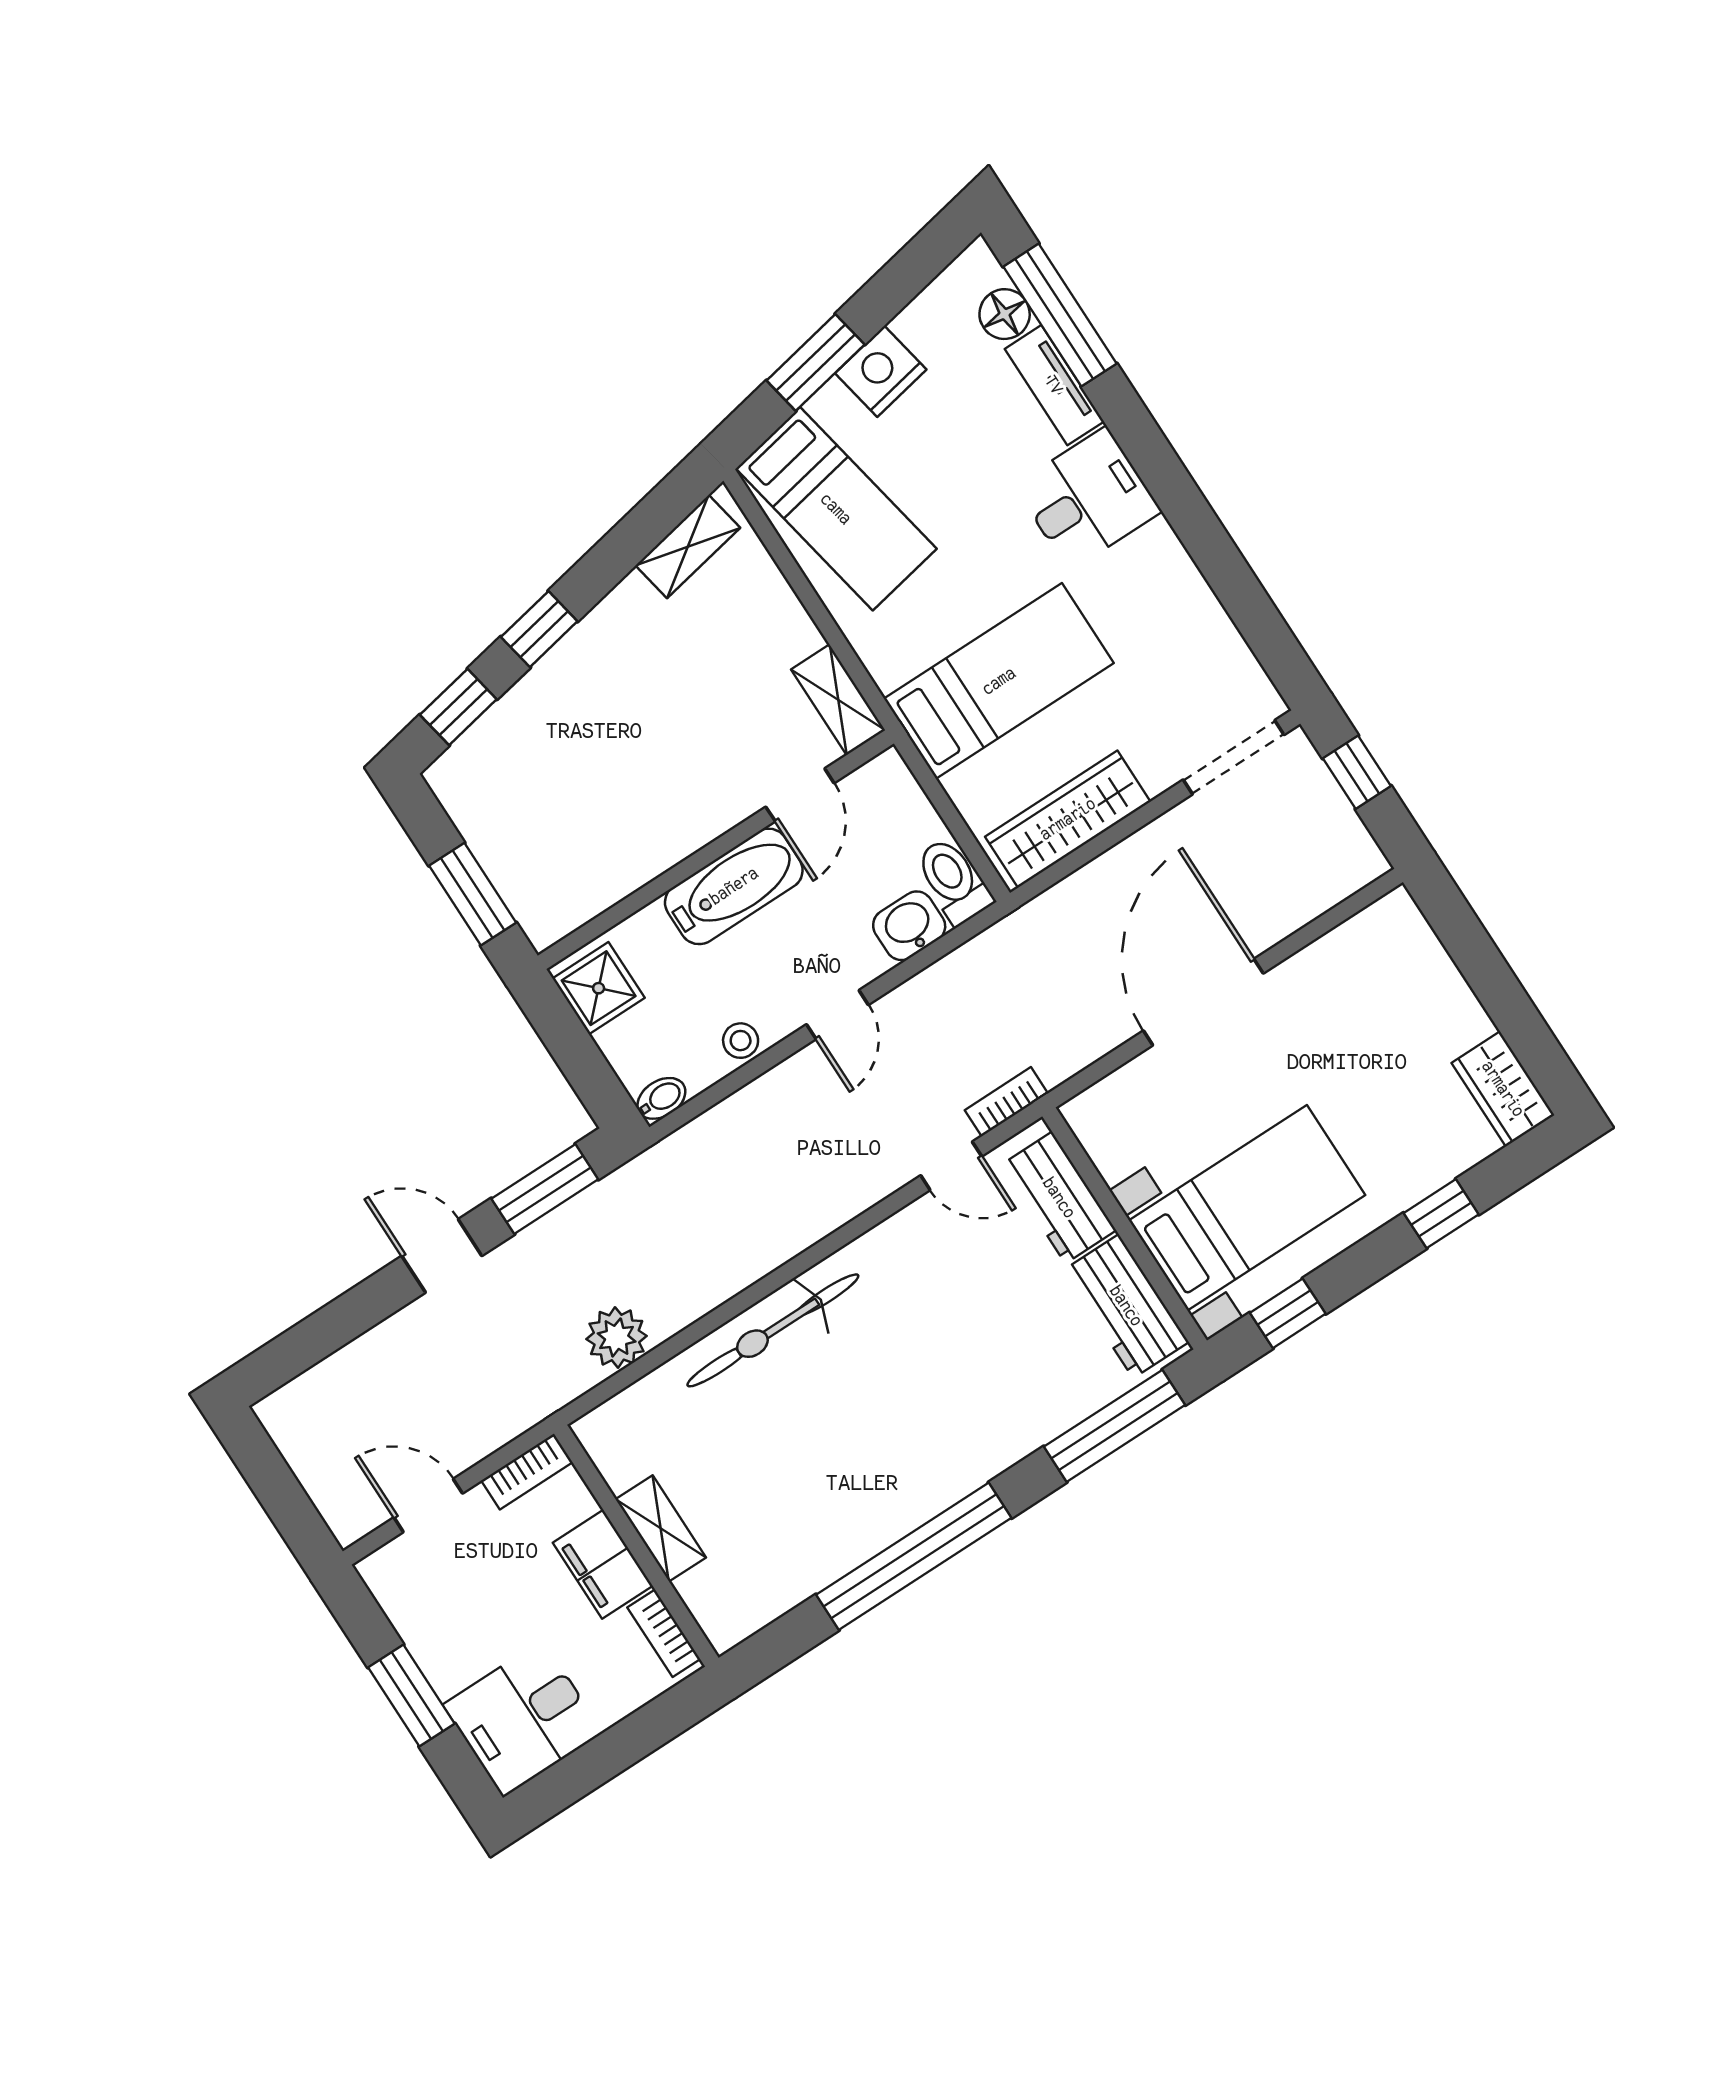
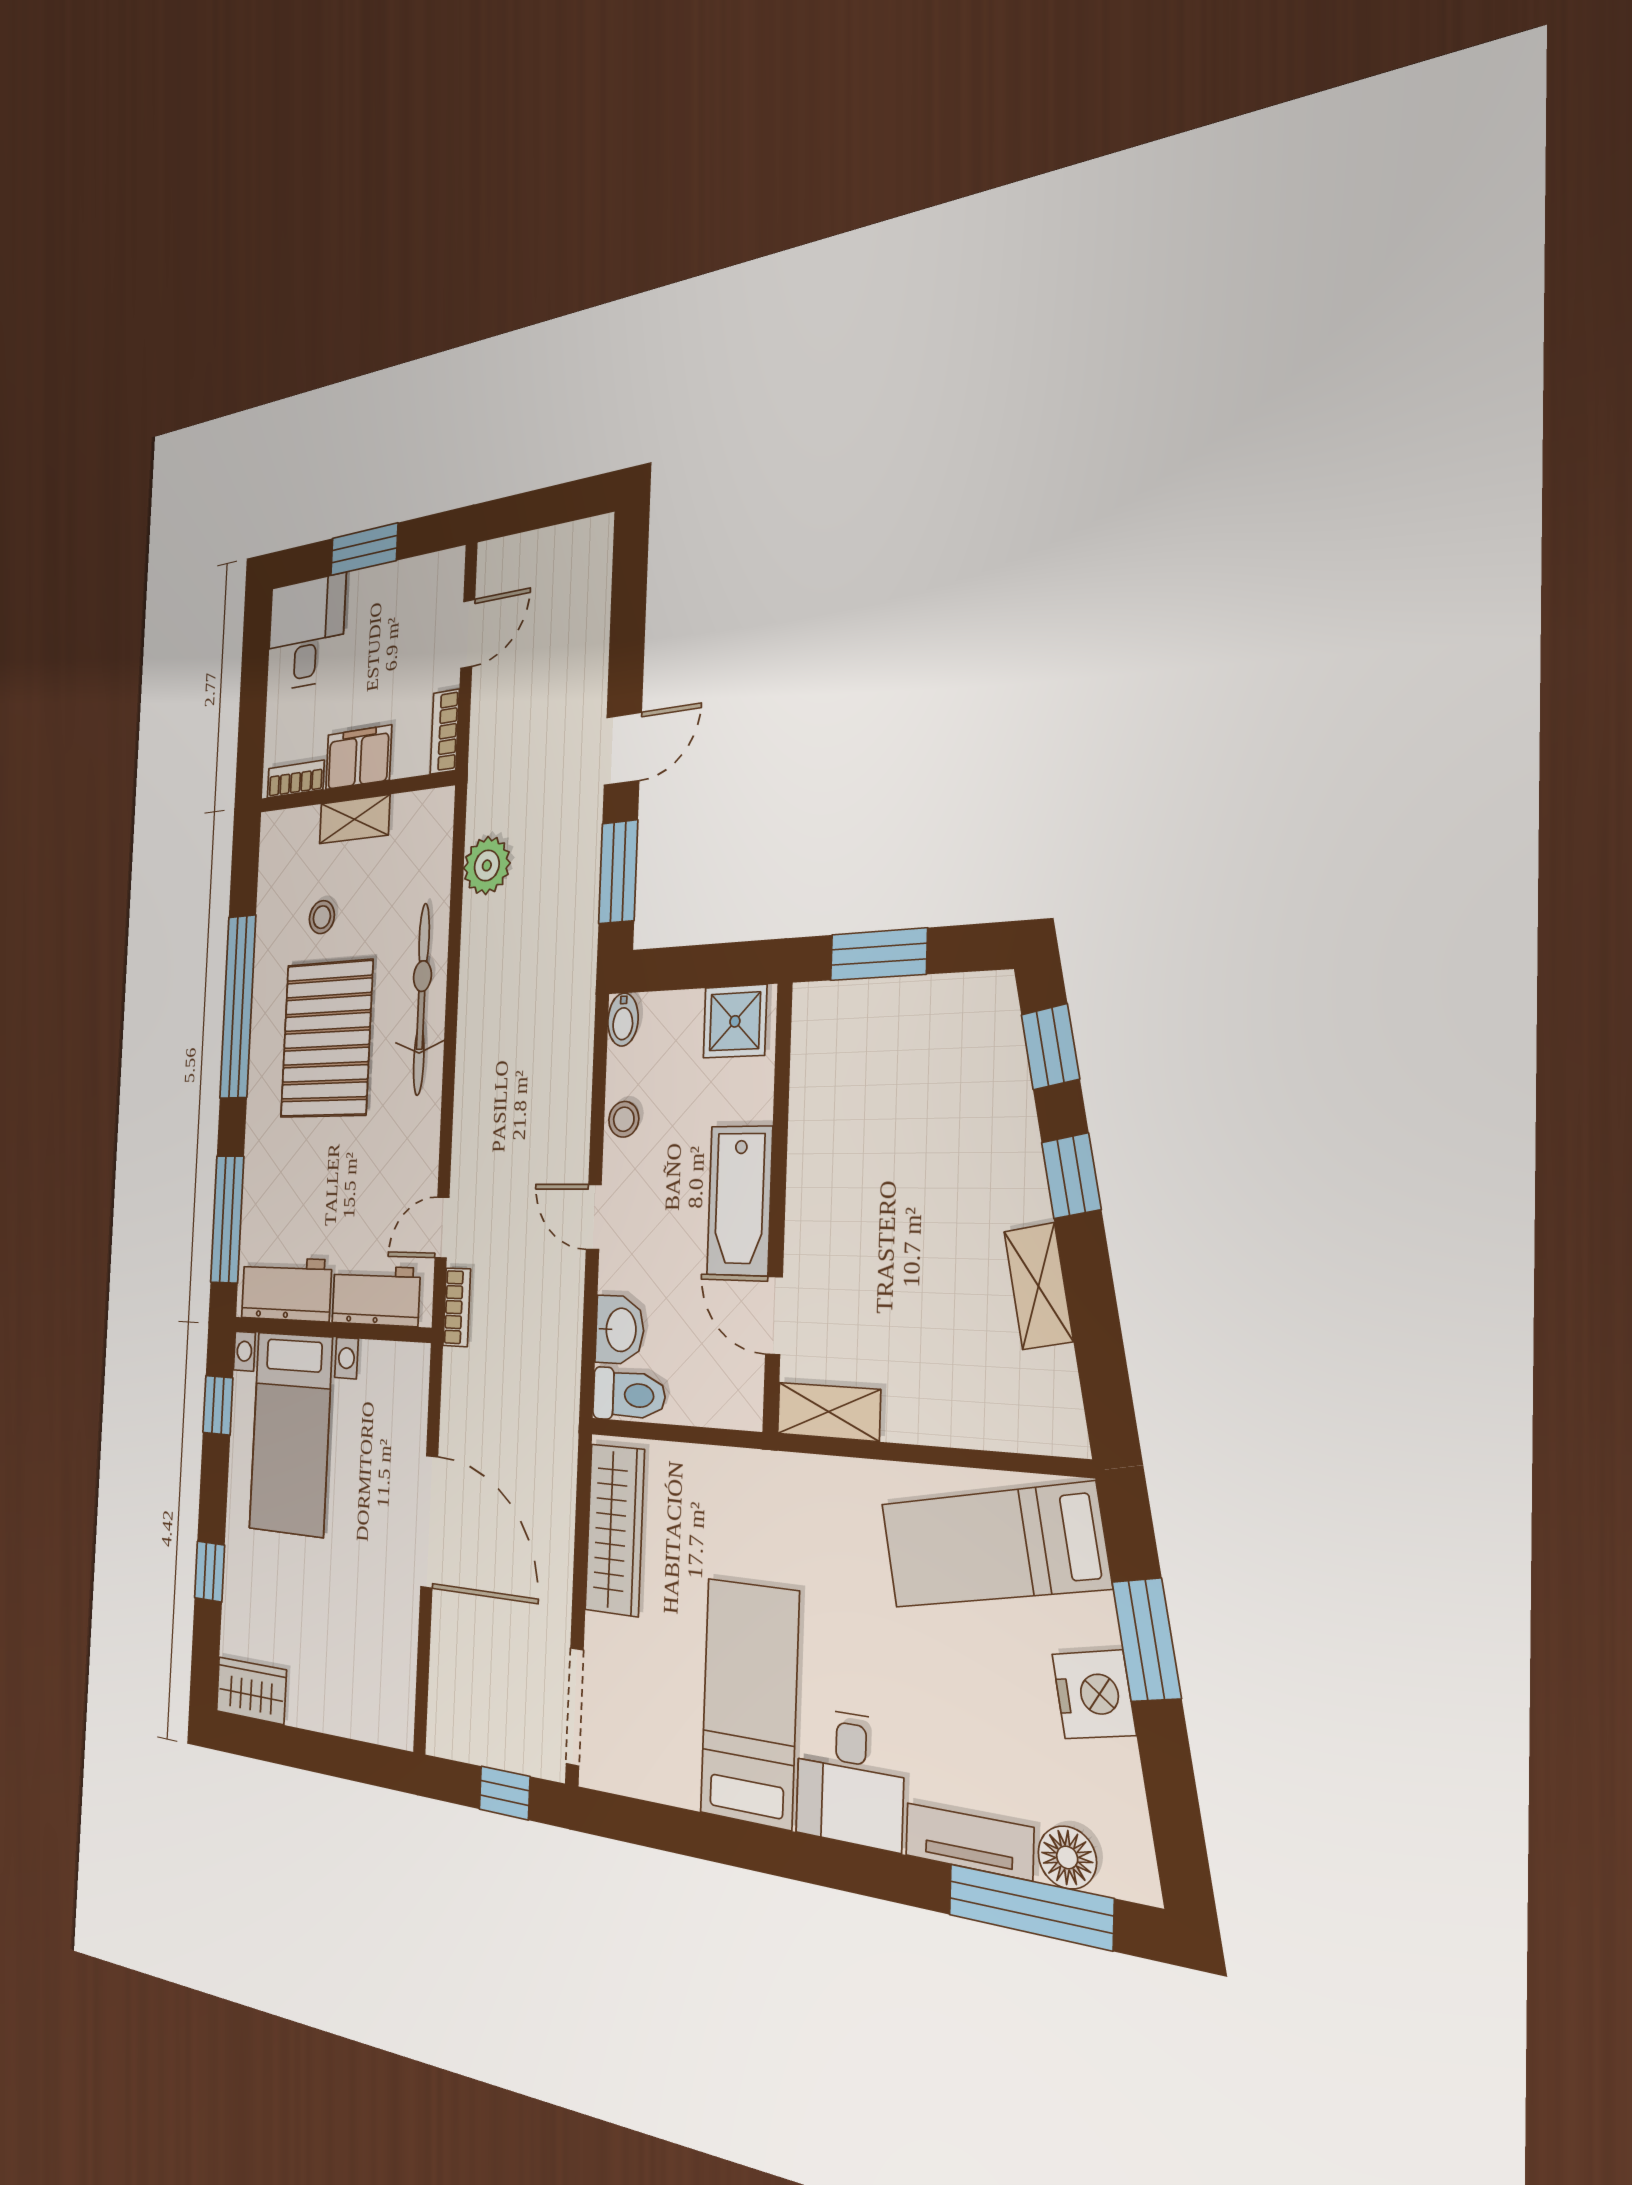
shelving: (688, 547) -> (1038, 1286), moved
bed: (999, 681) -> (750, 1703), moved, turned 180
pallet: (875, 1420) -> (326, 1039), added
stool: (770, 1506) -> (322, 917), added

